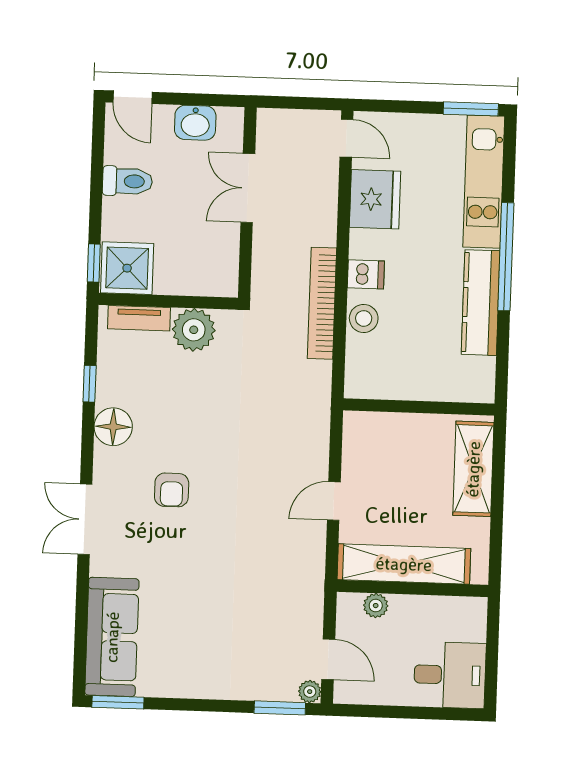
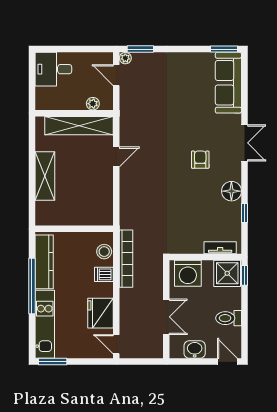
washing machine: (203, 271) -> (188, 273), added
plant: (194, 330) -> (192, 243), removed
wall: (419, 407) -> (74, 229), moved

